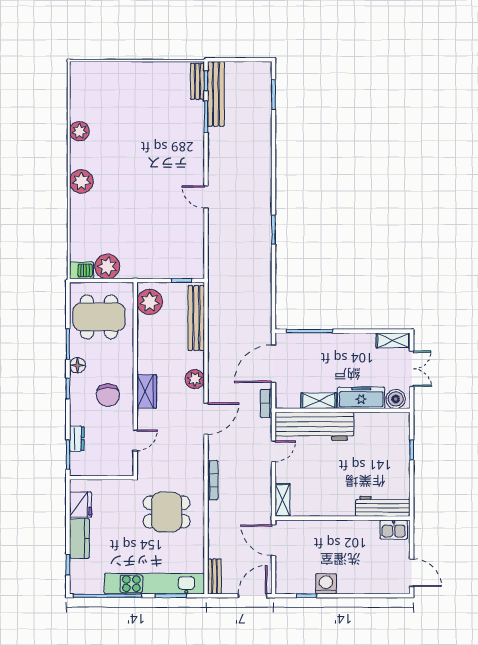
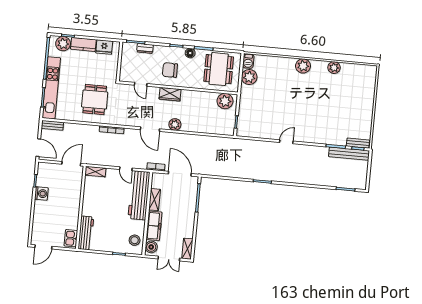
bench: (196, 318) -> (212, 129), removed
stool: (387, 427) -> (135, 240), added
plant: (81, 571) -> (63, 44), added

